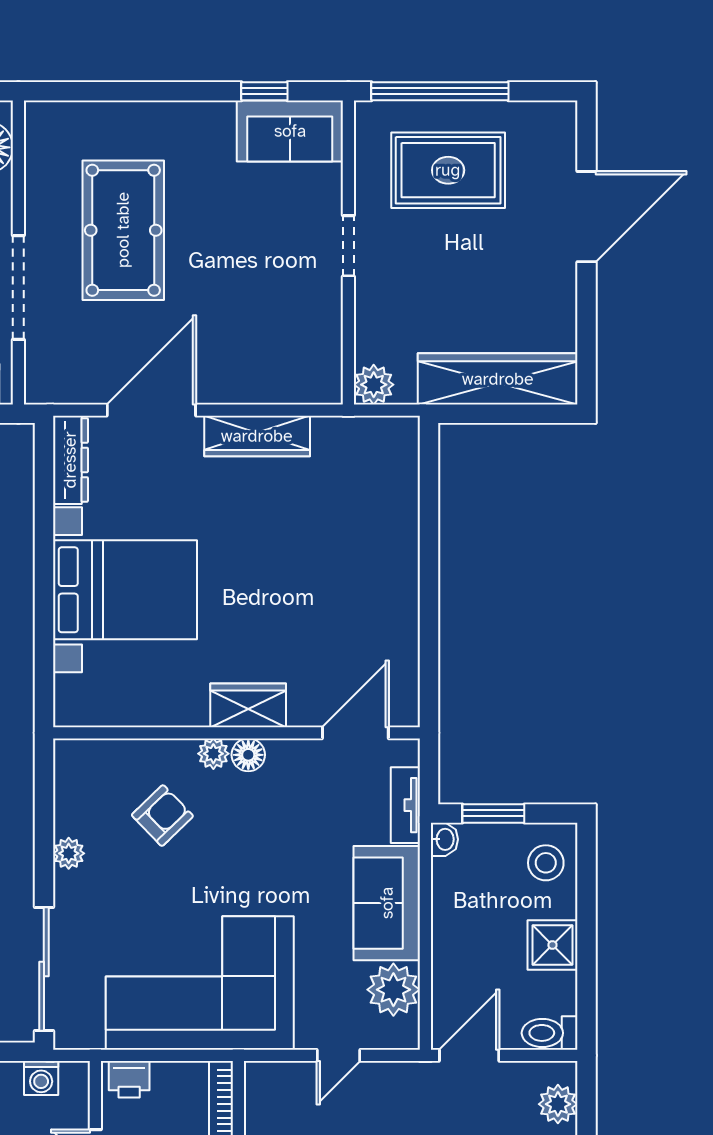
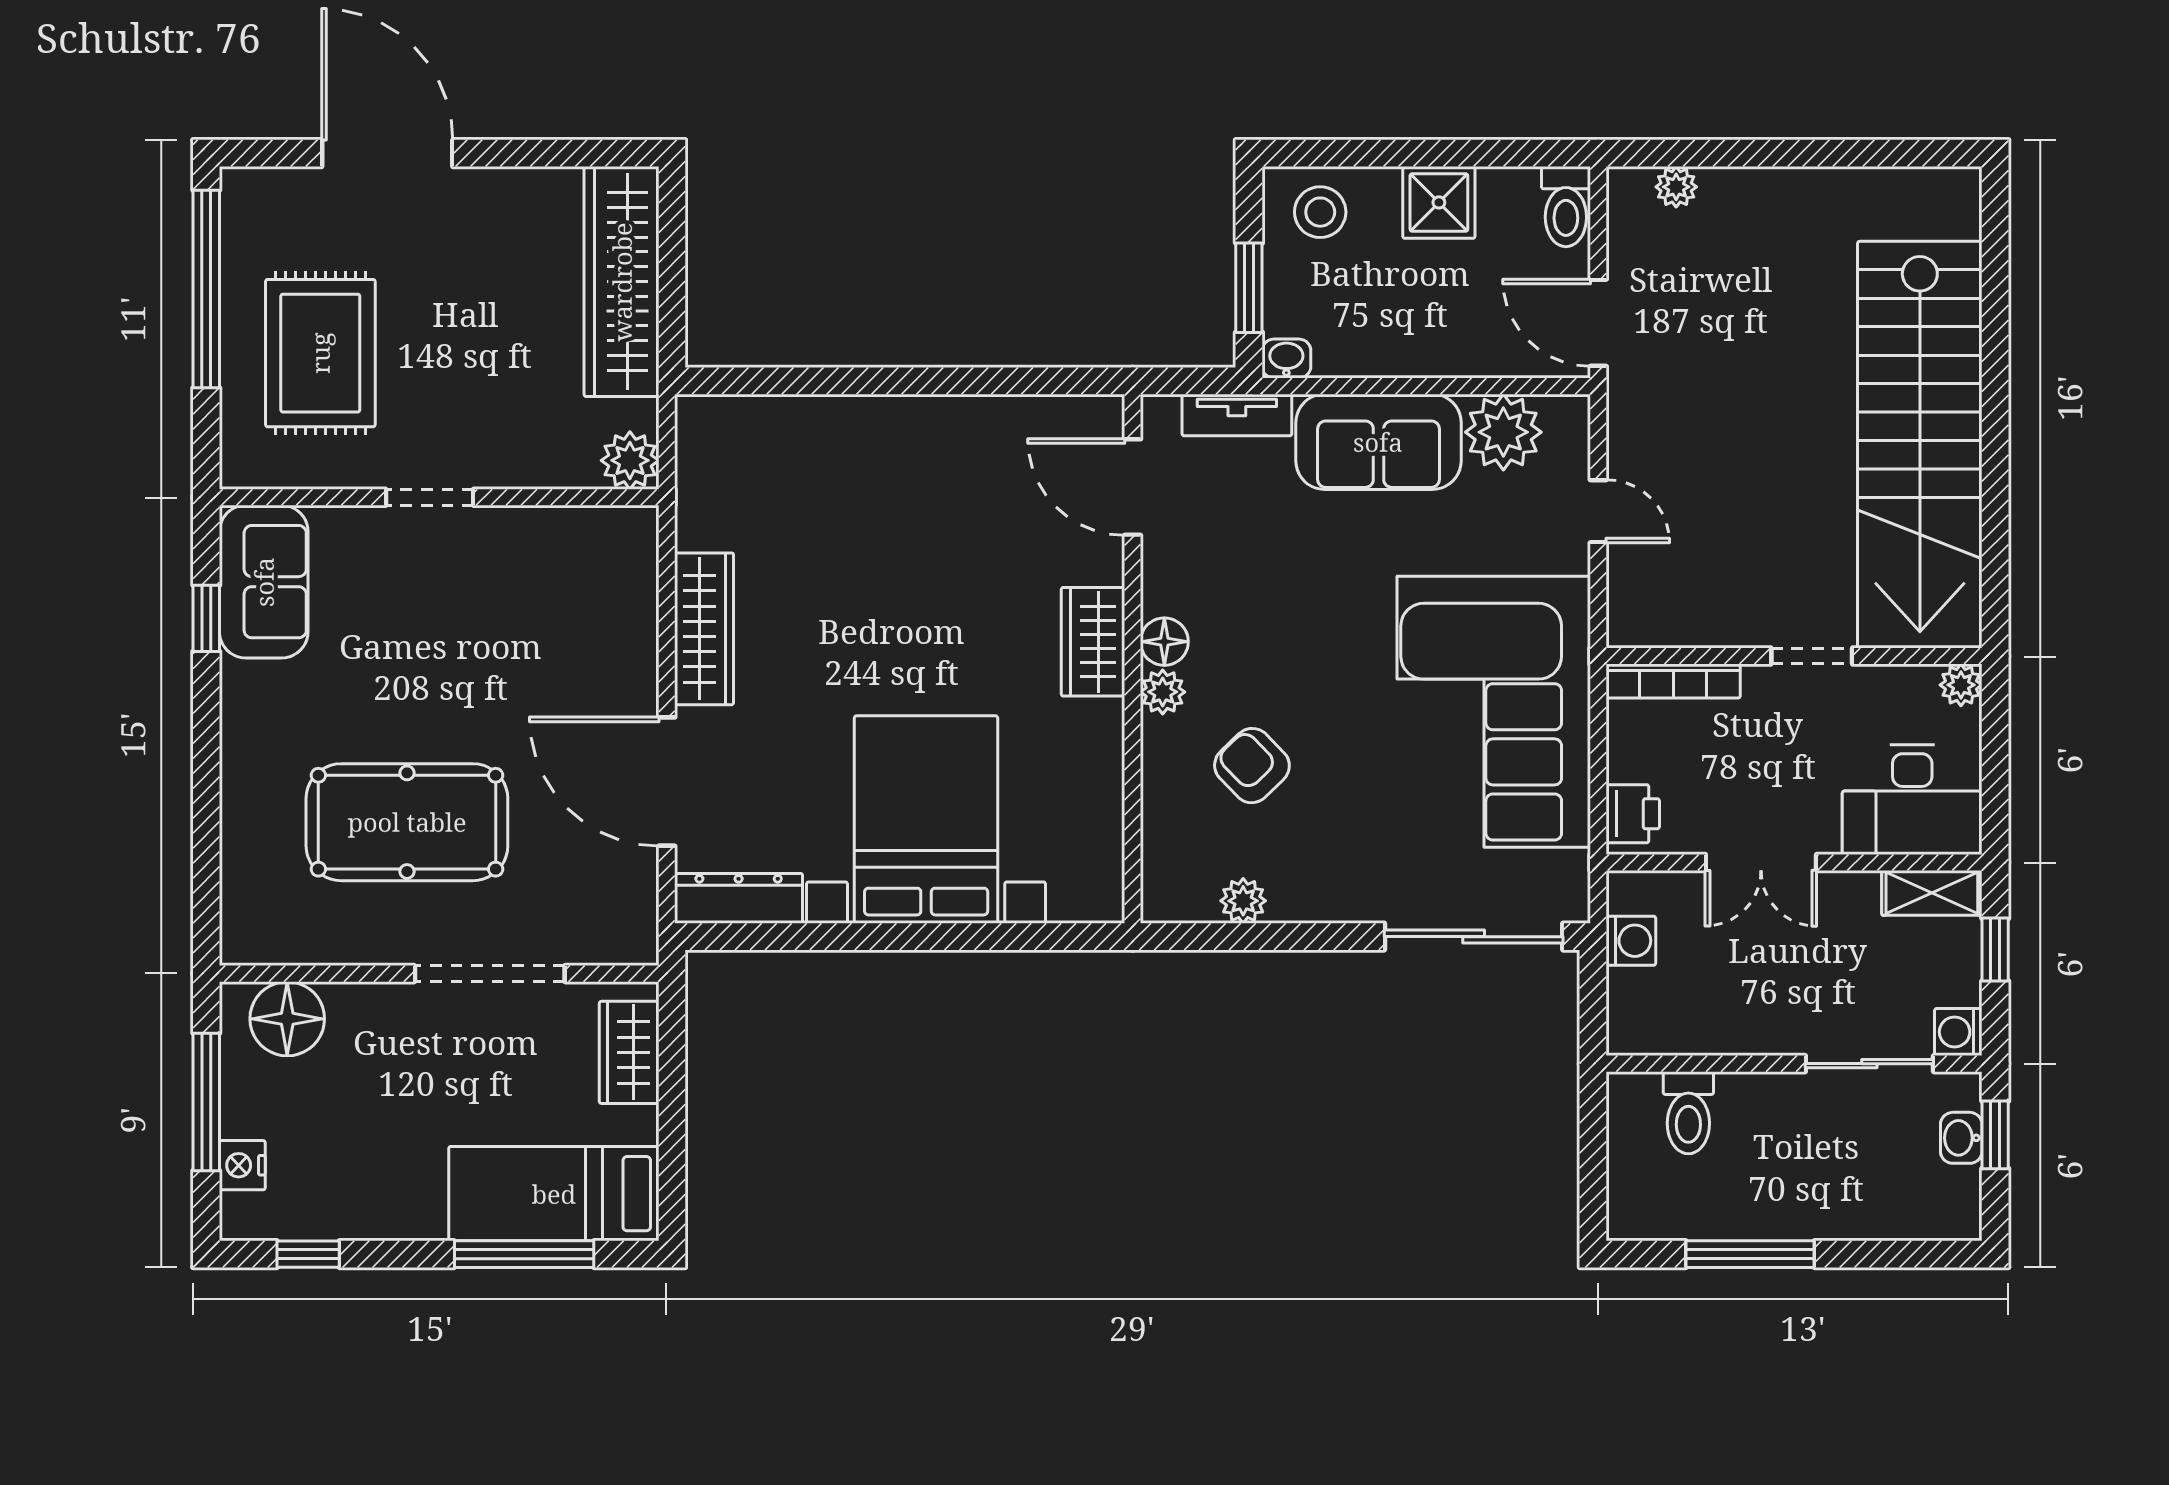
window: (440, 91) -> (206, 289), moved
plant: (69, 853) -> (1243, 901), moved
plant: (558, 1104) -> (1676, 187), width x0.73, depth x0.73

